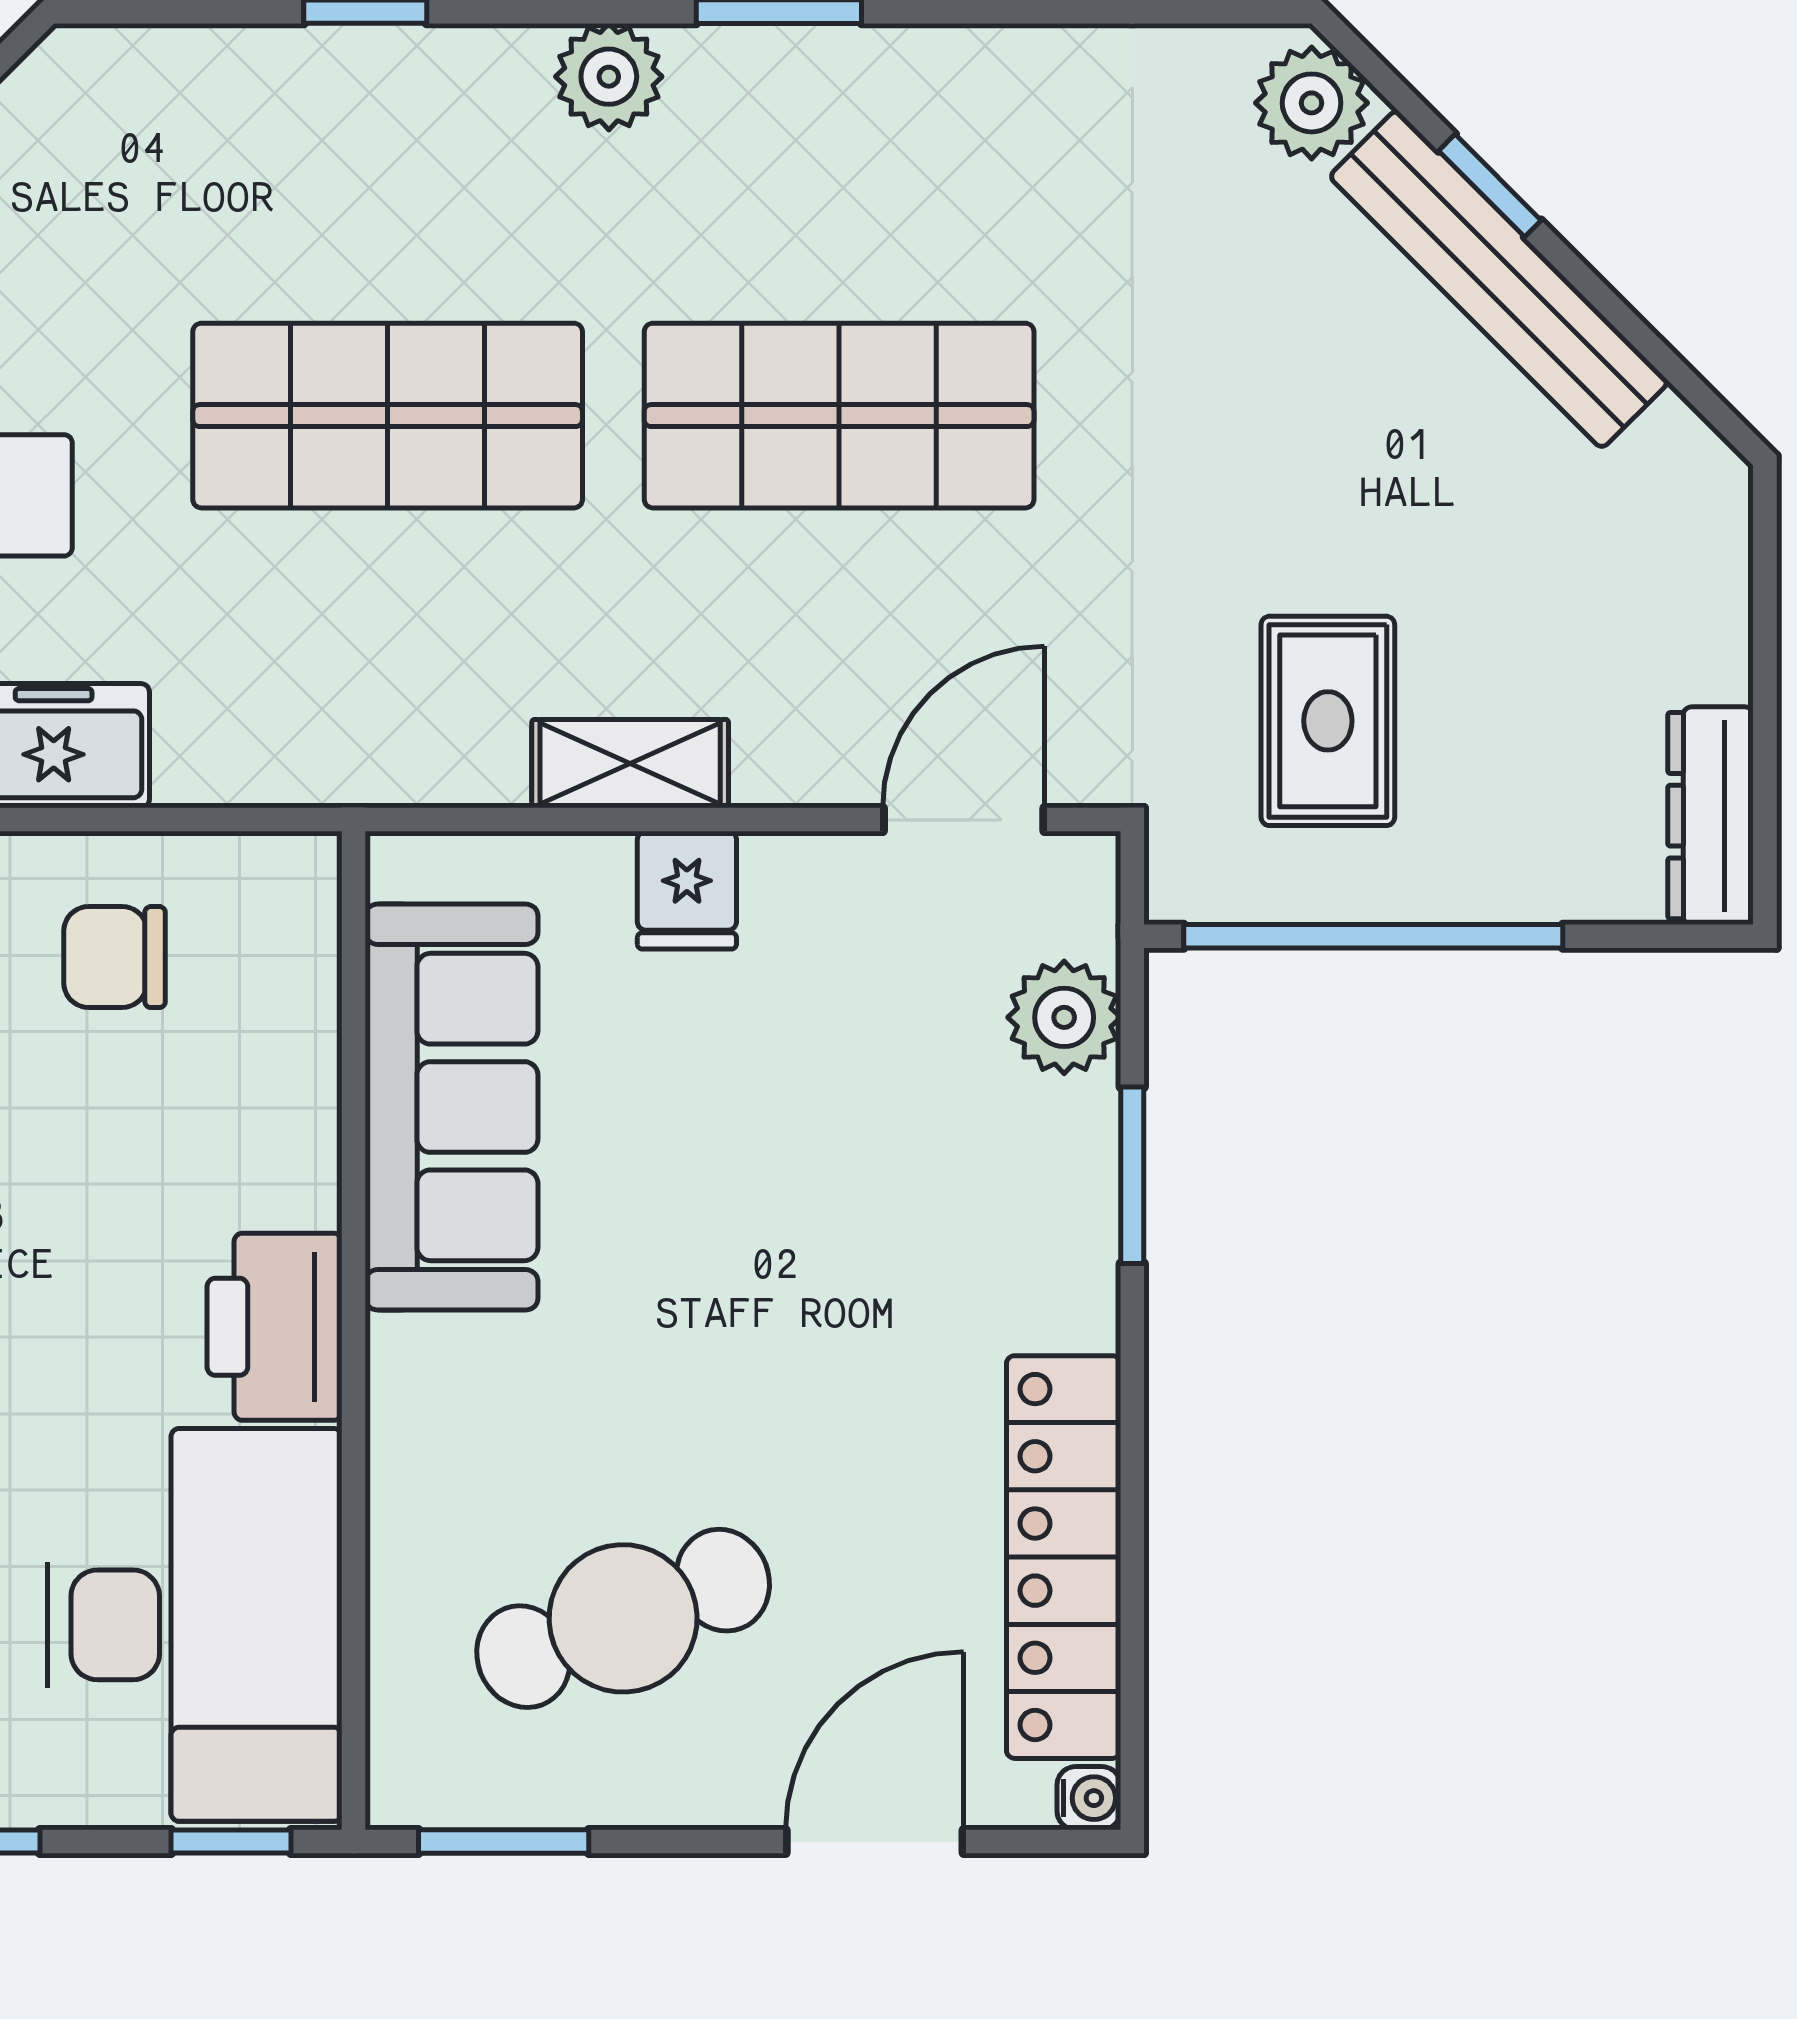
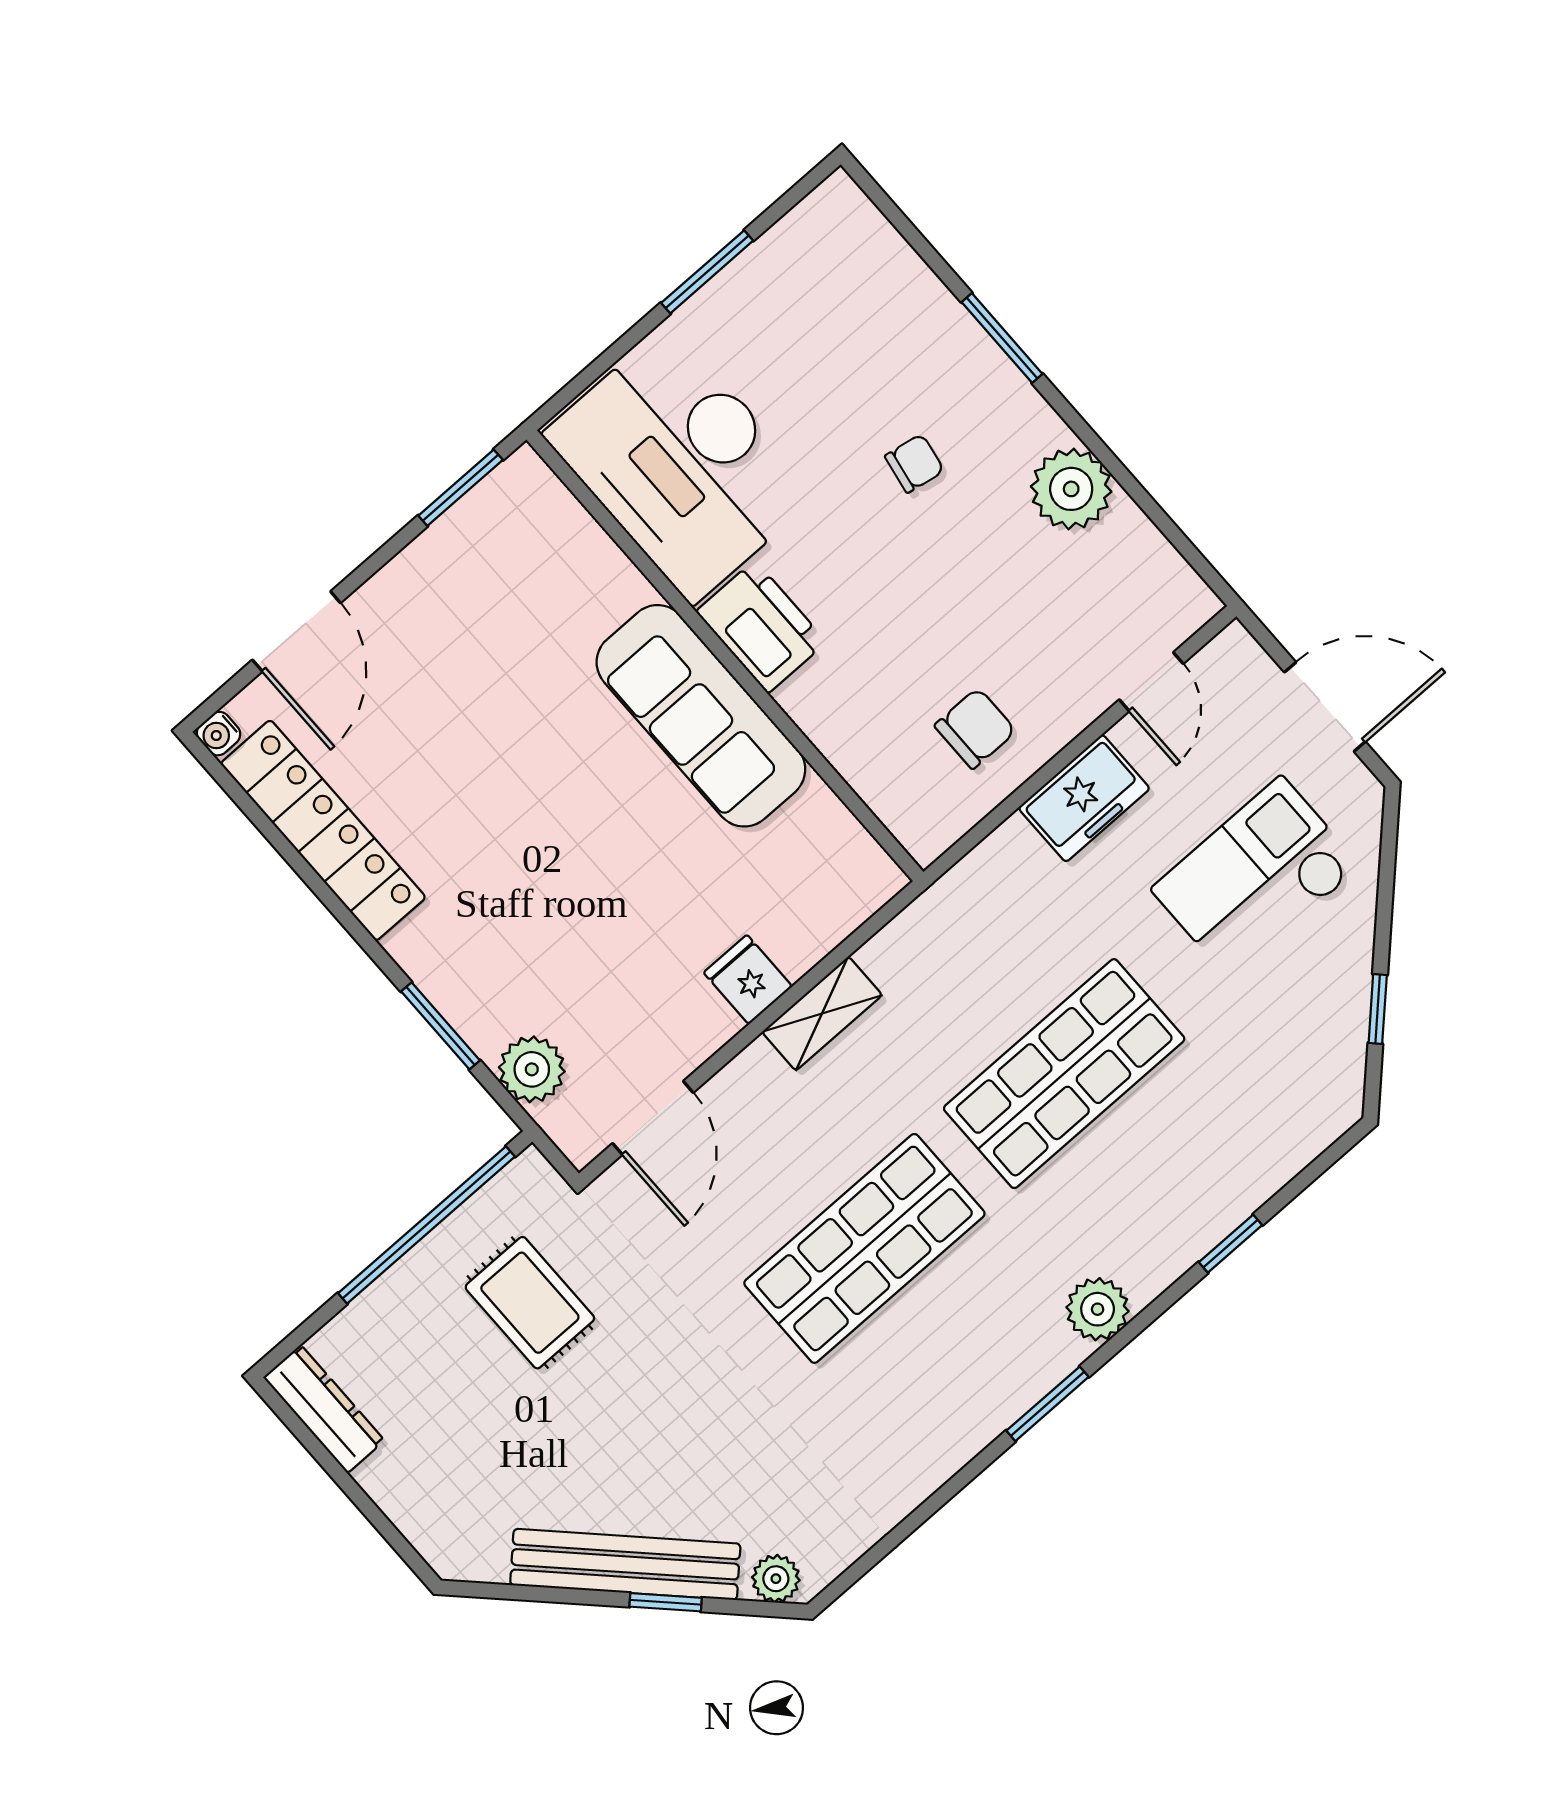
plant: (1312, 103) -> (776, 1579), width x0.73, depth x0.73
sofa: (452, 1107) -> (701, 716), moved
cafe table: (623, 1618) -> (494, 633), removed
window: (231, 1842) -> (581, 382), removed

